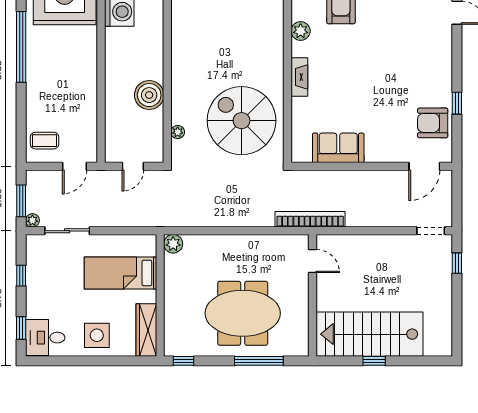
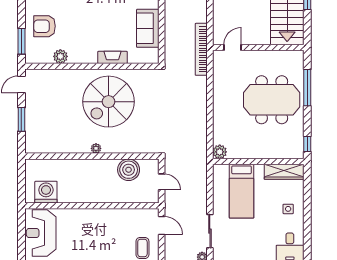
fireplace: (299, 77) -> (113, 57), moved
boiler: (149, 95) -> (129, 170), moved
spiral stairs: (242, 121) -> (109, 102), moved
plant: (178, 132) -> (96, 148), moved
meeting table: (243, 313) -> (272, 100), turned 90
side table: (97, 335) -> (288, 209), width x0.54, depth x0.54

